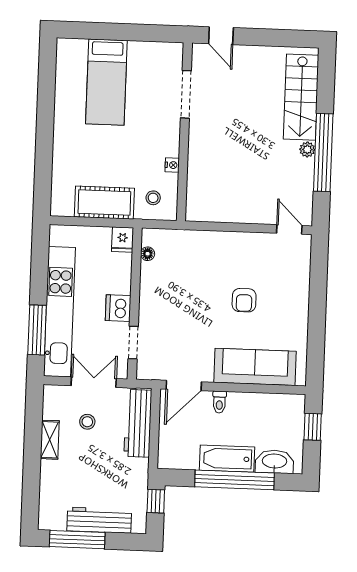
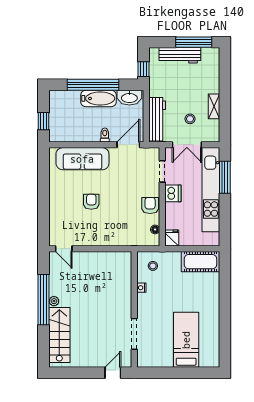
door: (221, 36) -> (113, 373), hinge flipped
cot: (104, 203) -> (200, 262), moved
armchair: (154, 291) -> (150, 205), added
washbasin: (274, 462) -> (129, 98), moved

